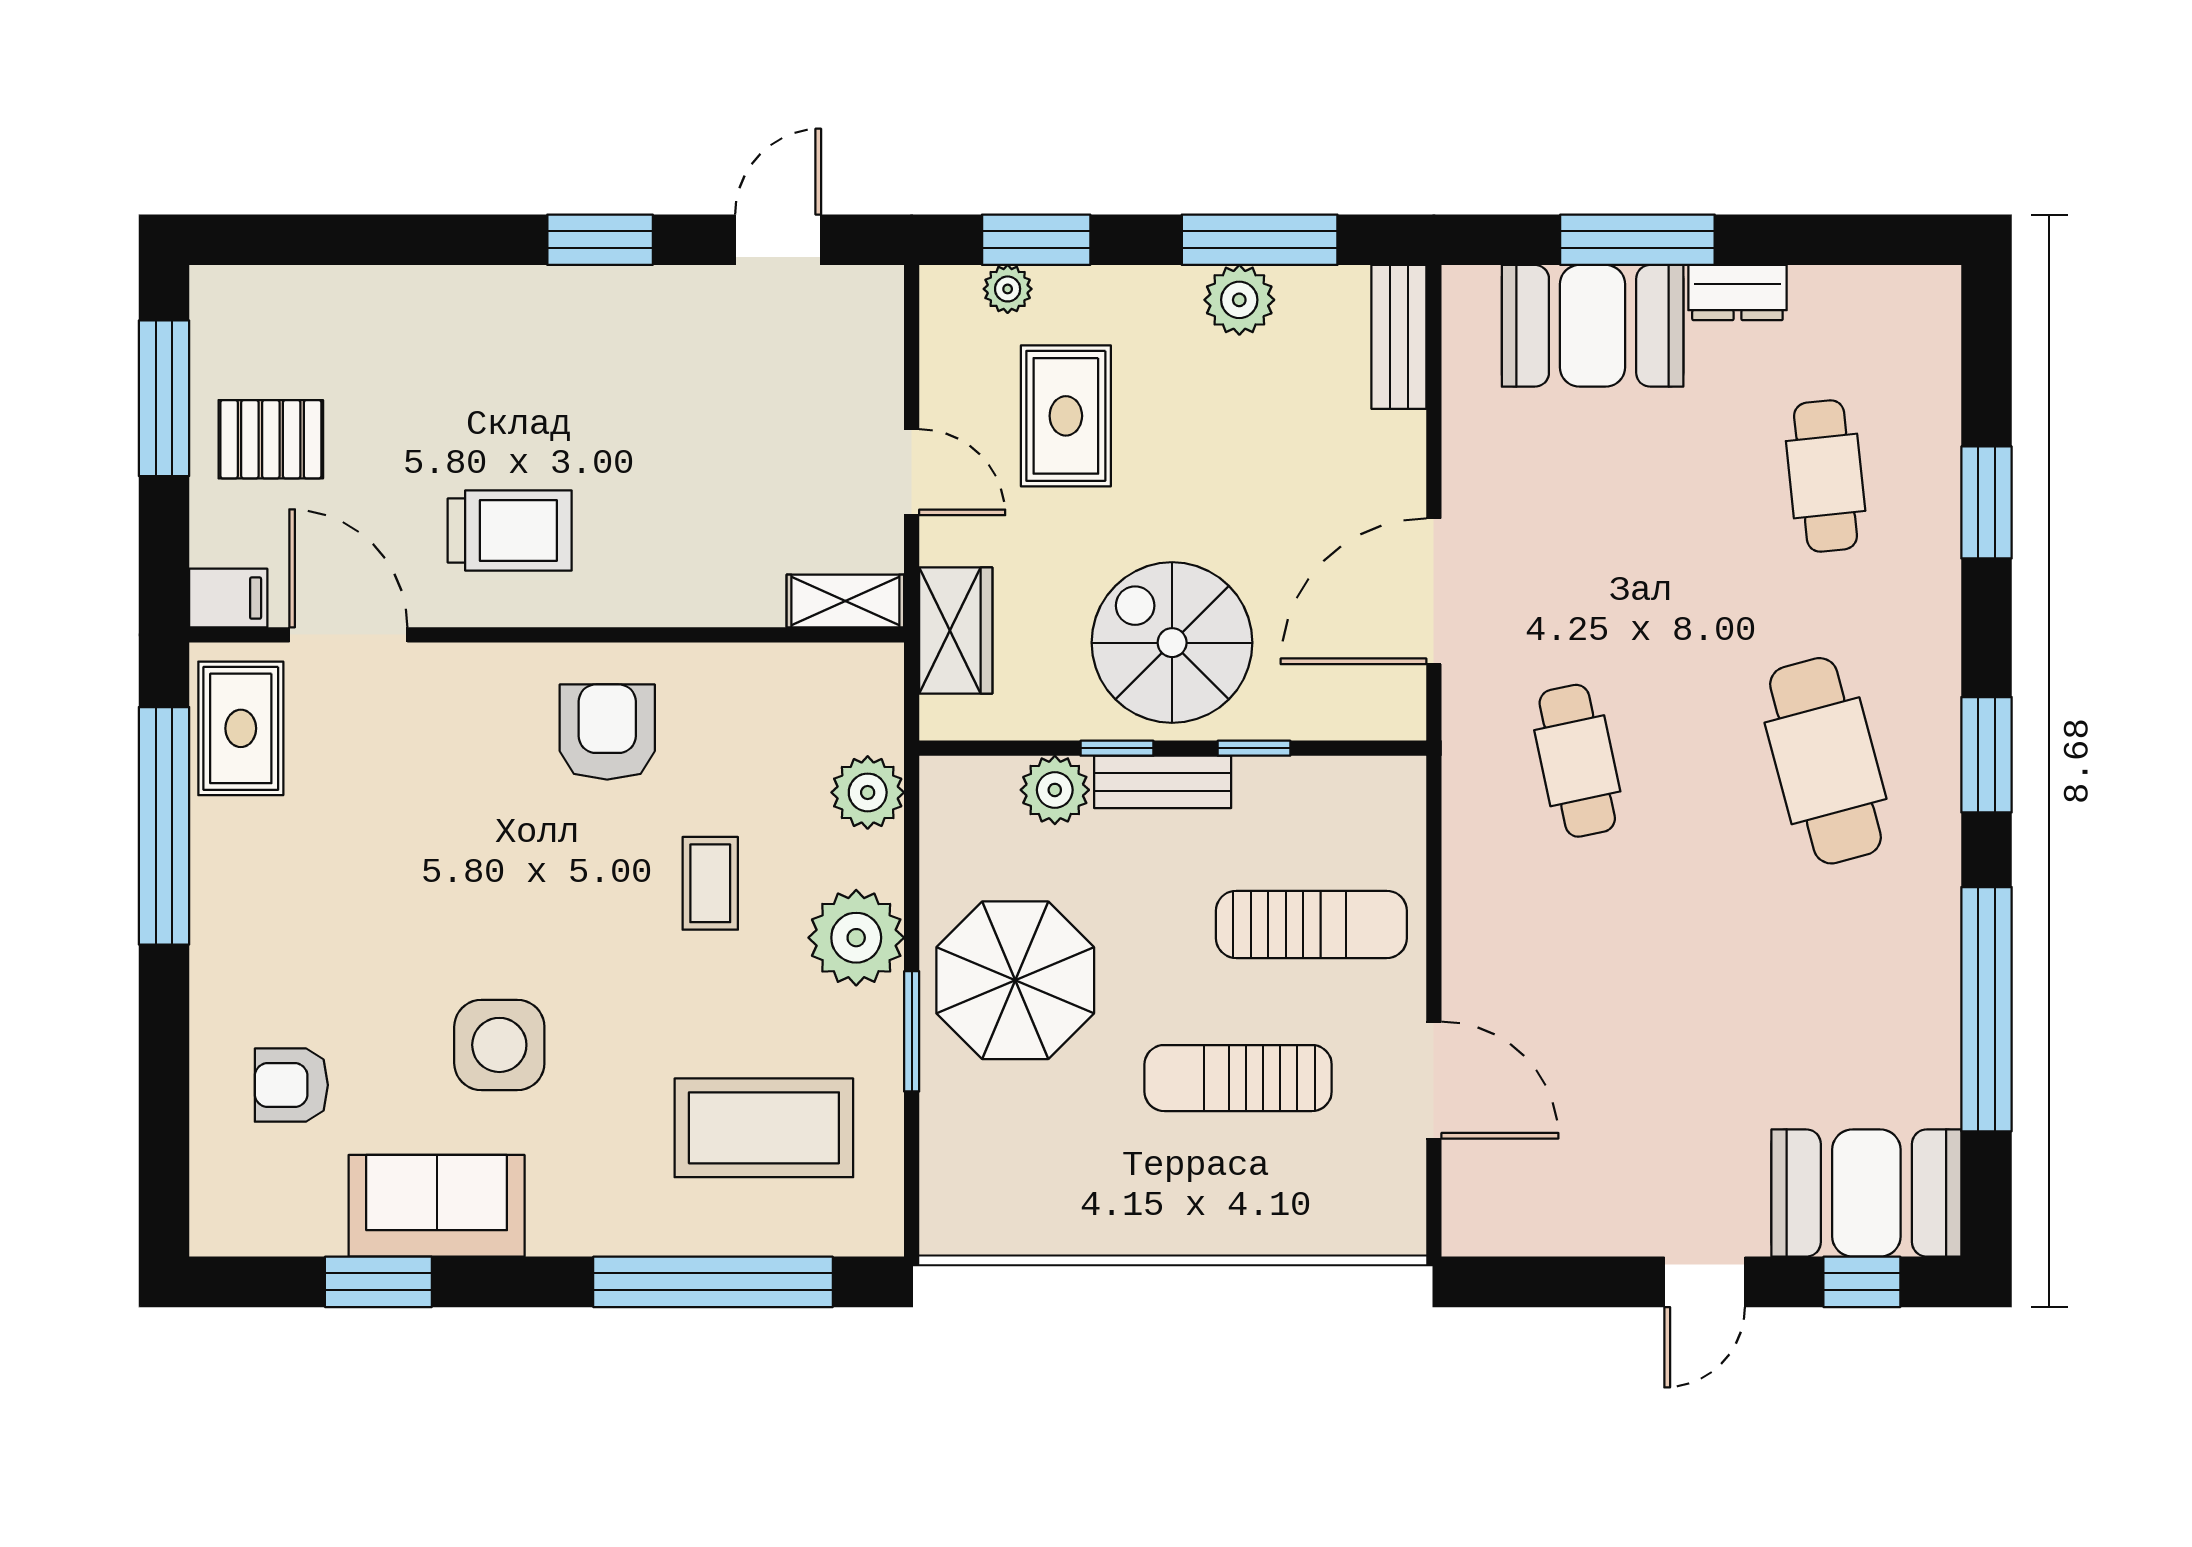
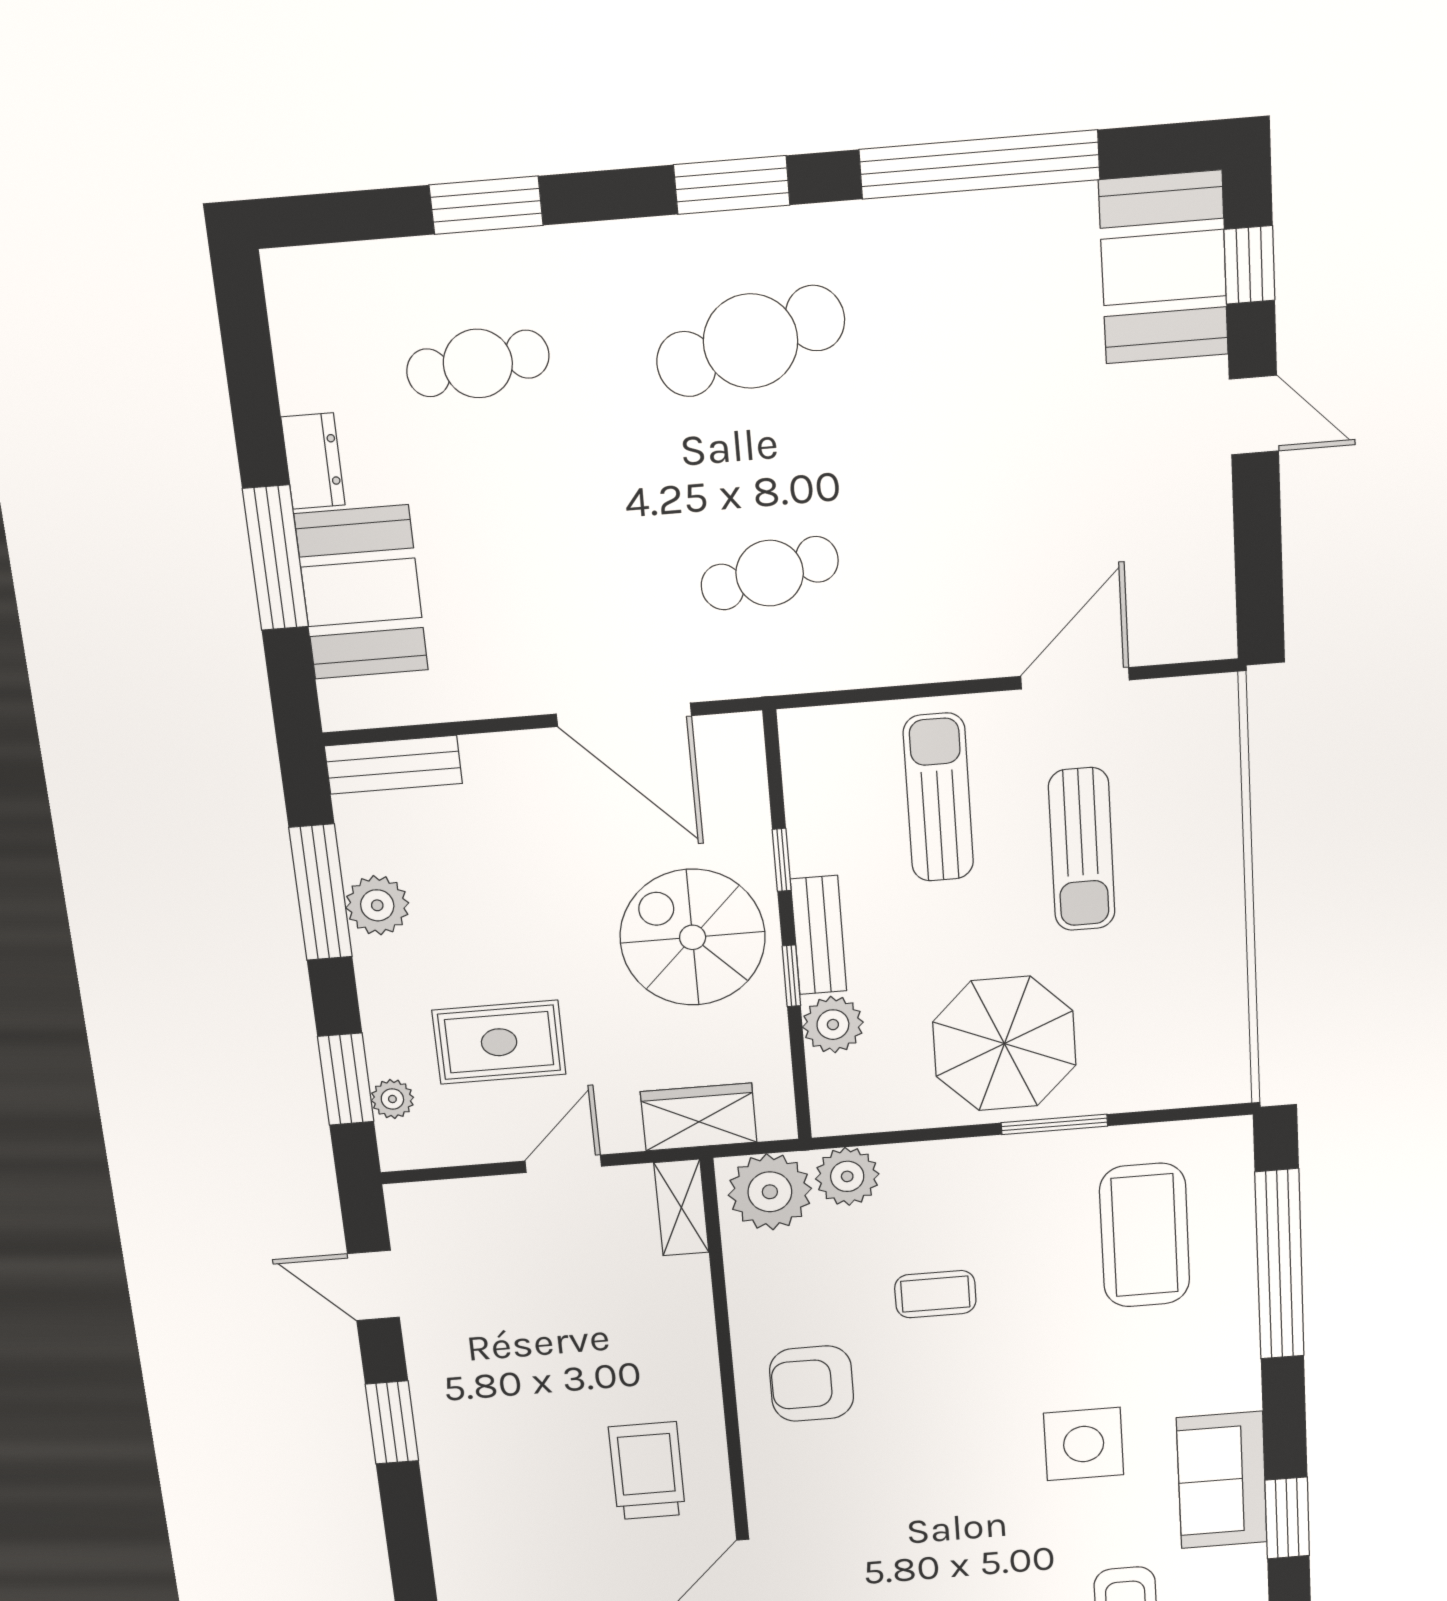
spiral stairs: (1172, 643) -> (693, 937), turned 90
plant: (856, 938) -> (770, 1192), moved

